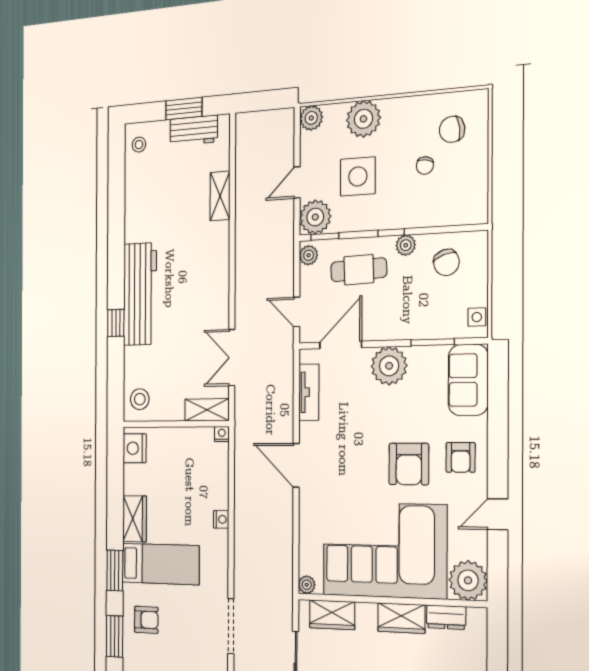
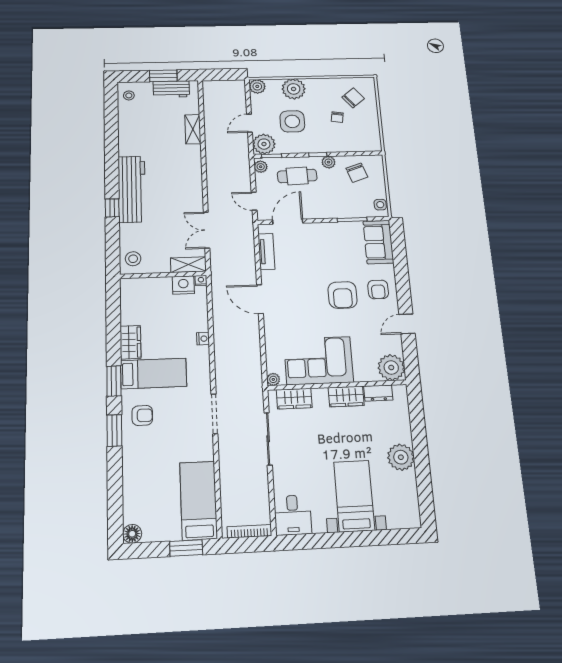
chair: (452, 129) -> (353, 98), turned 148
plant: (389, 366) -> (323, 234), removed
nightstand: (135, 448) -> (183, 285), moved, turned 90
corner sofa: (384, 550) -> (319, 361), width x0.73, depth x0.74

